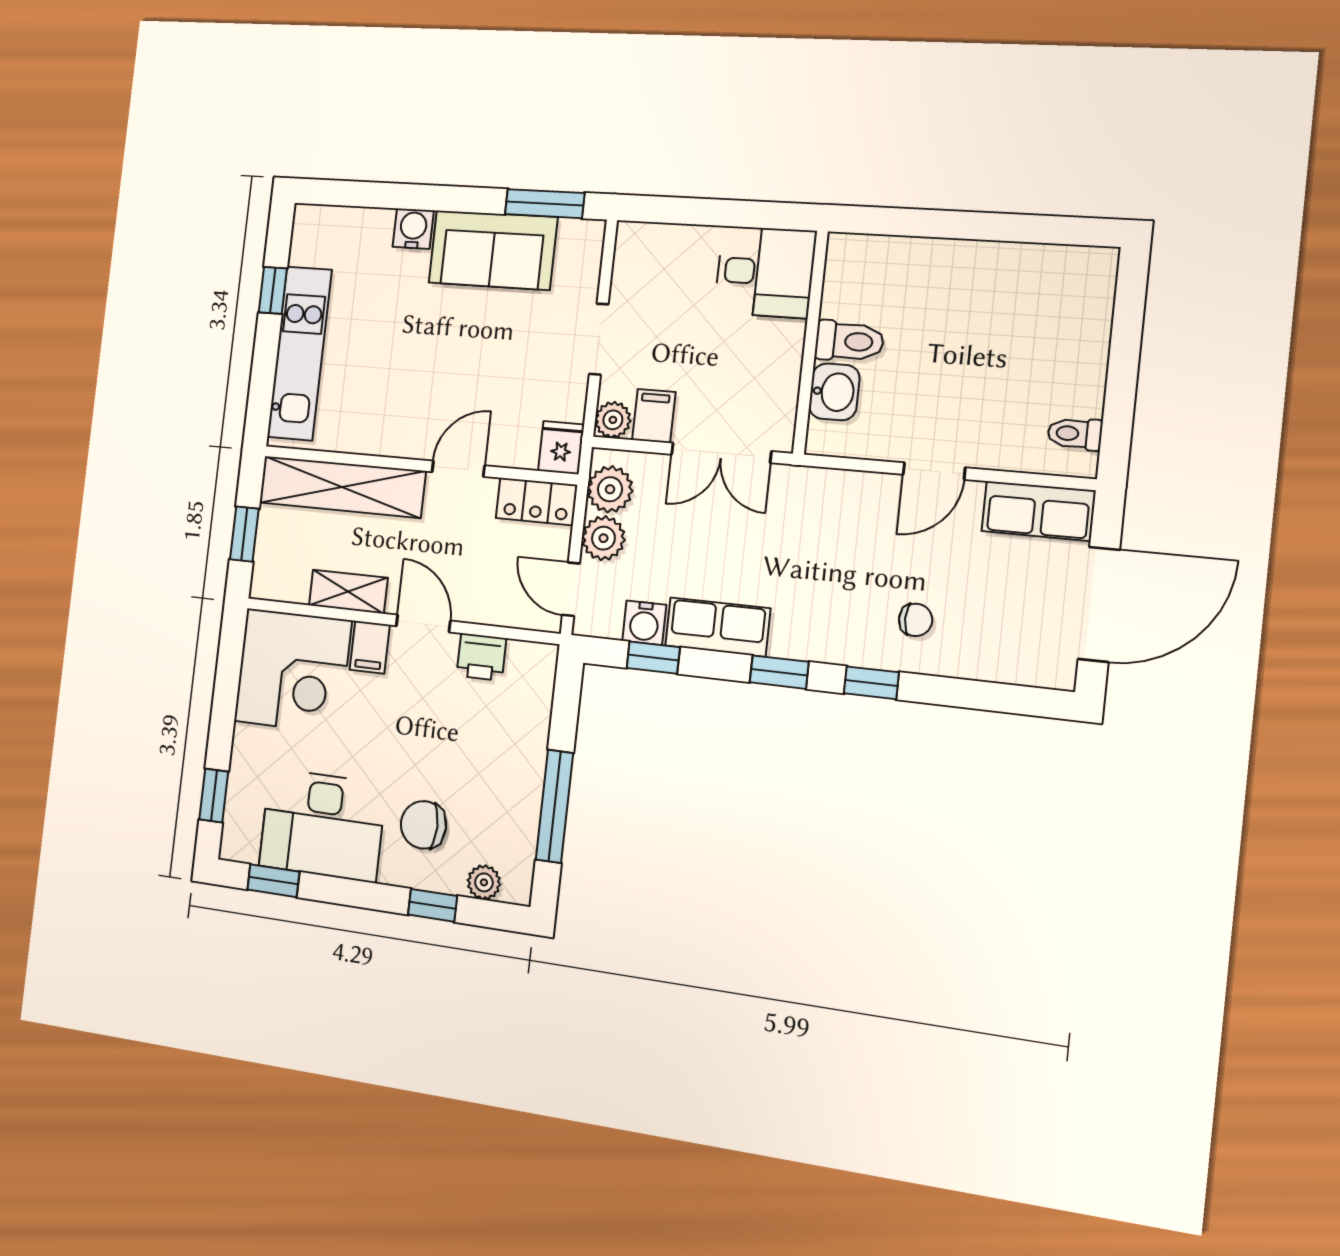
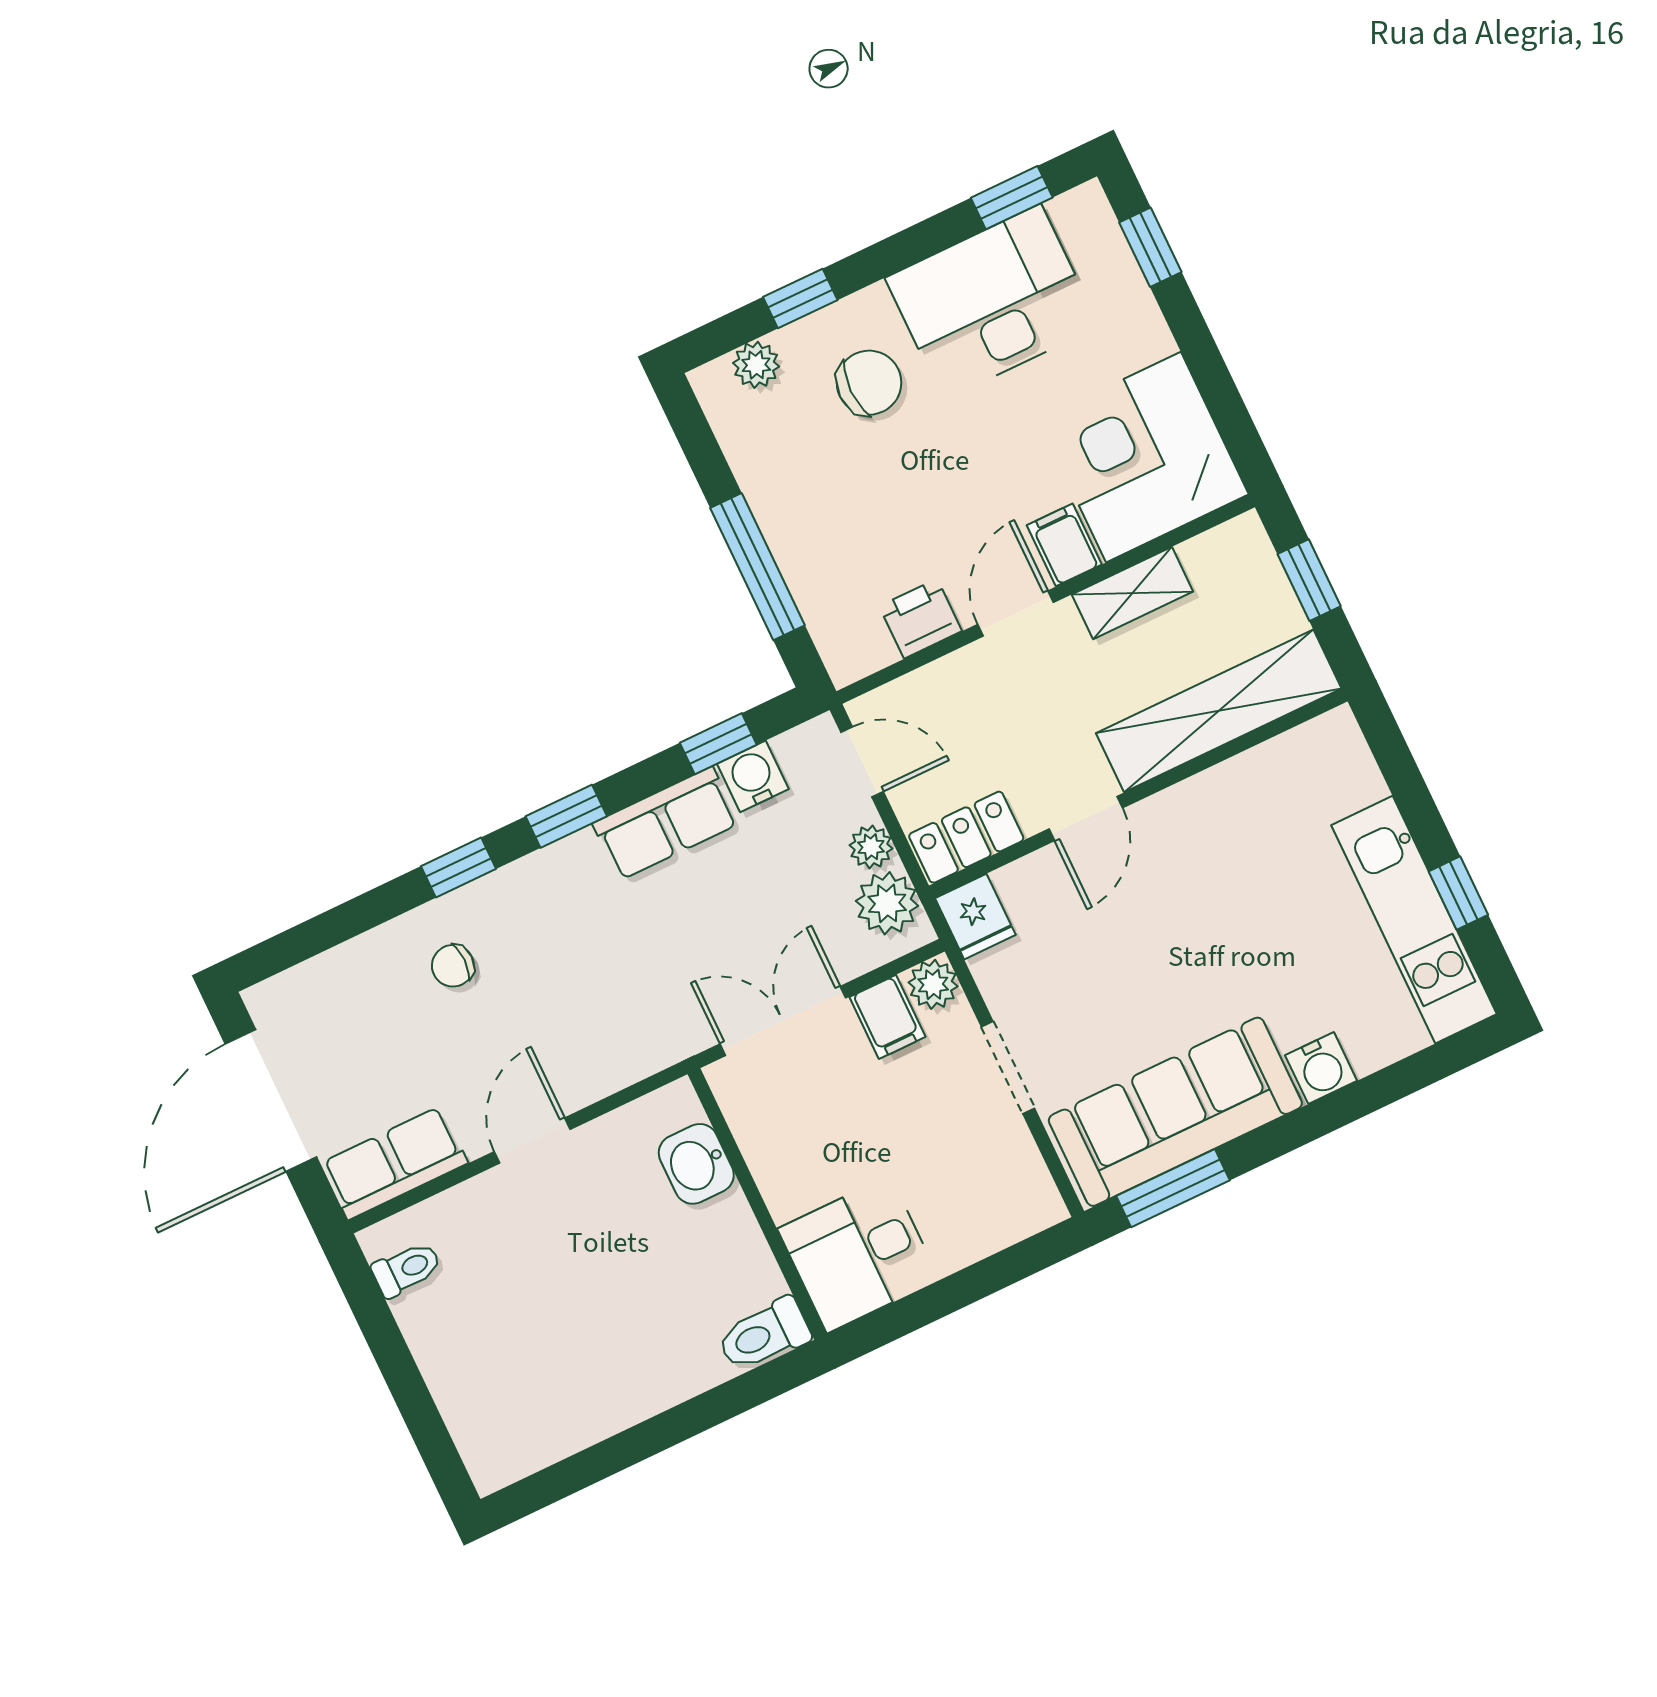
sofa: (493, 250) -> (1175, 1112), width x1.36
toilet: (849, 341) -> (764, 1335), moved
kitchen unit: (300, 353) -> (1414, 920), moved
plant: (603, 538) -> (871, 847), width x0.73, depth x0.73
door: (423, 623) -> (1016, 613), swing flipped
window: (554, 806) -> (757, 567), moved

